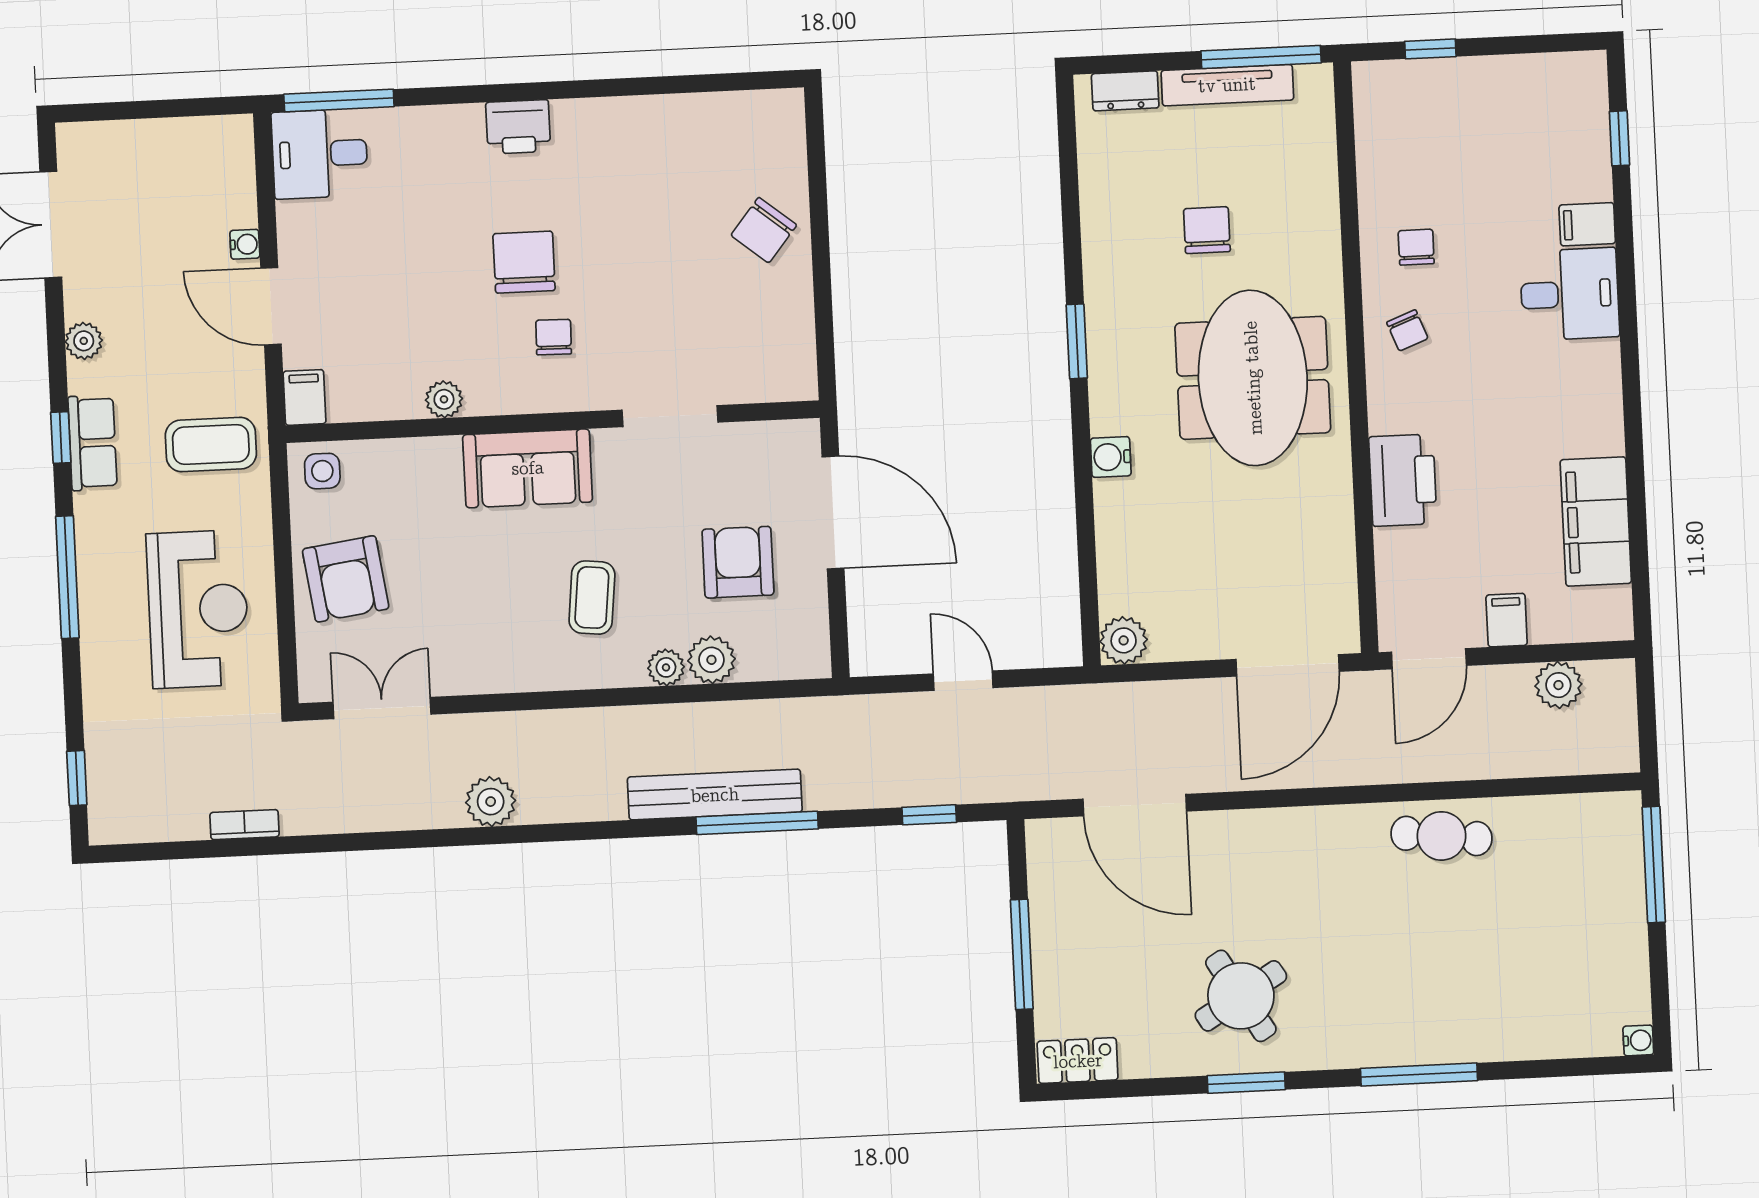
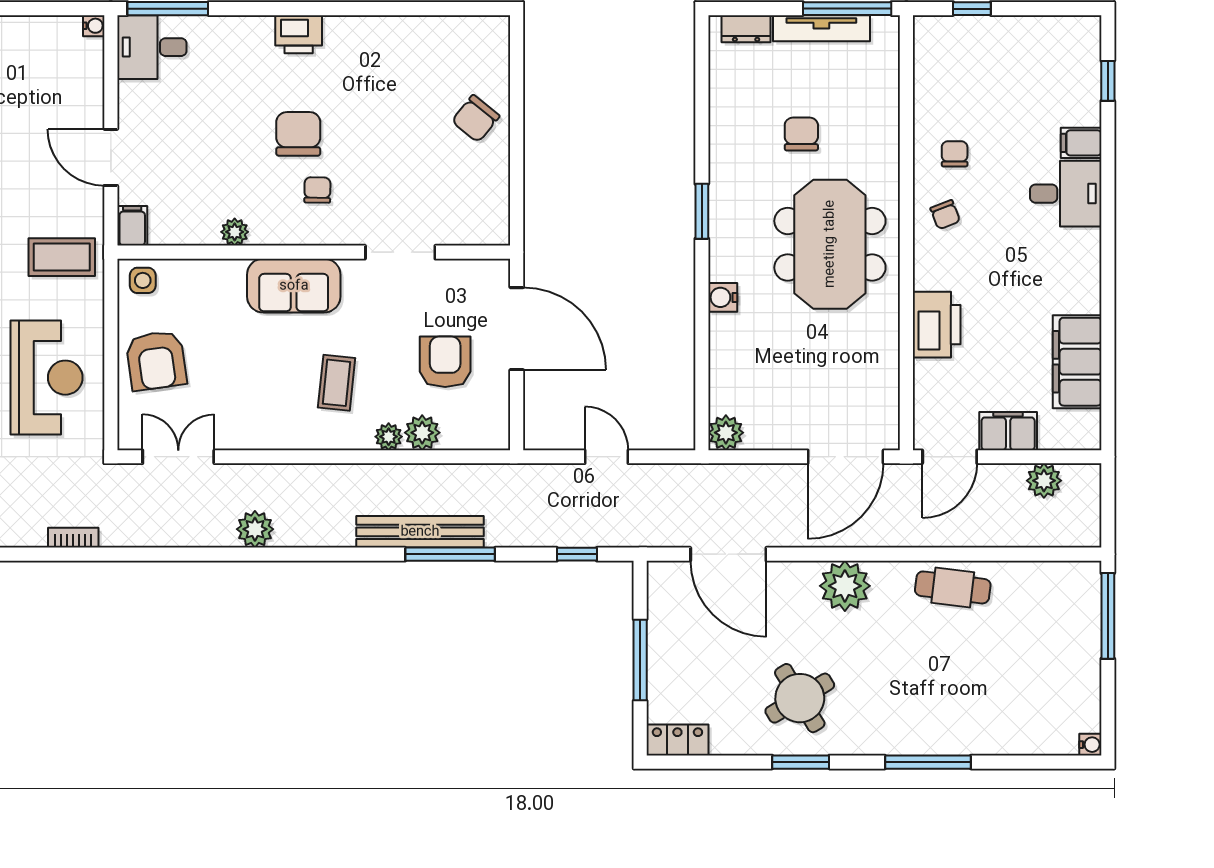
water cooler: (245, 244) -> (94, 26), moved
filing cabinet: (1507, 620) -> (1008, 431), width x2.00
plant: (1295, 841) -> (845, 586), added

